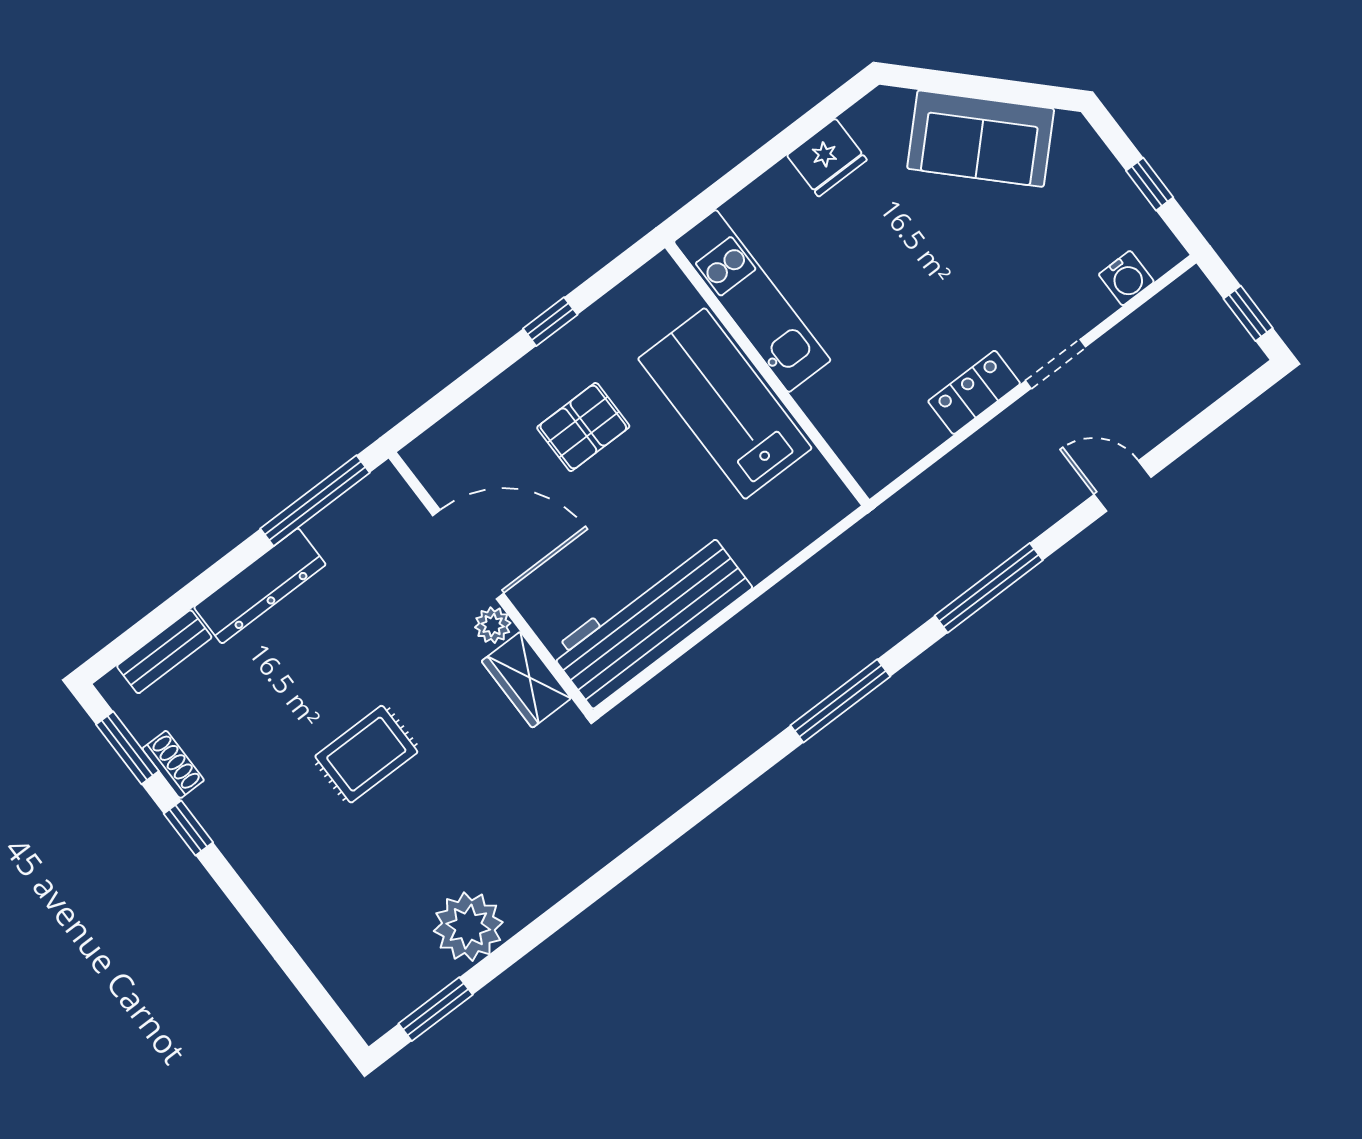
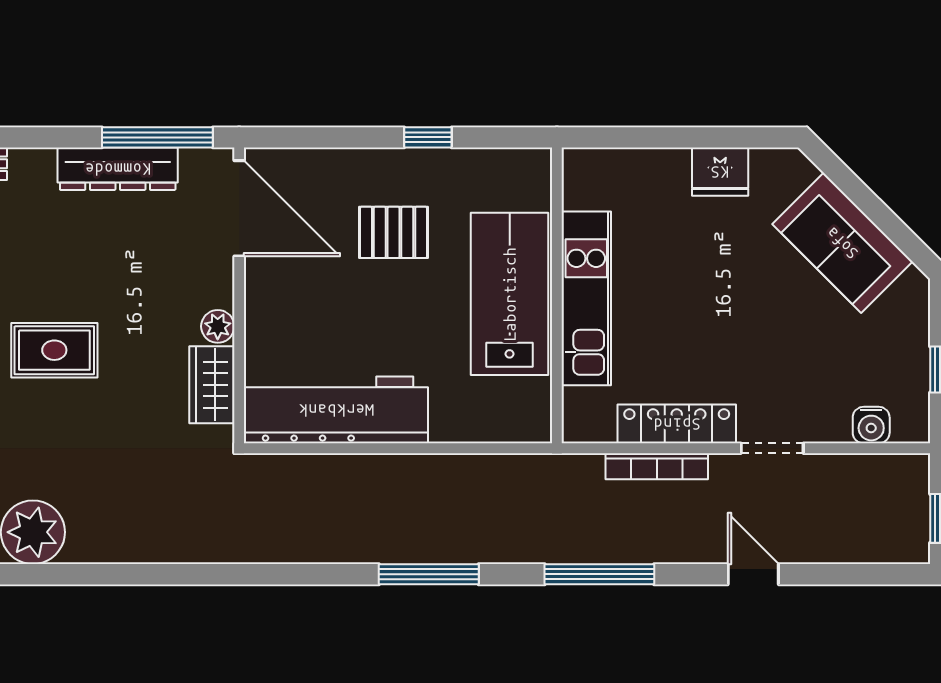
kitchen unit: (752, 301) -> (586, 298), moved
locker: (974, 392) -> (677, 424), width x1.53
bookcase: (967, 456) -> (657, 466), added
door: (468, 554) -> (239, 208), moved
dresser: (260, 586) -> (118, 169), moved

